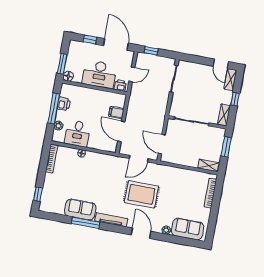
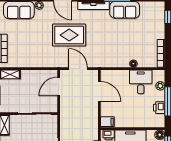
filing cabinet: (116, 113) -> (107, 122), moved
door: (162, 144) -> (59, 86), swing flipped
door: (139, 159) -> (78, 69), hinge flipped

